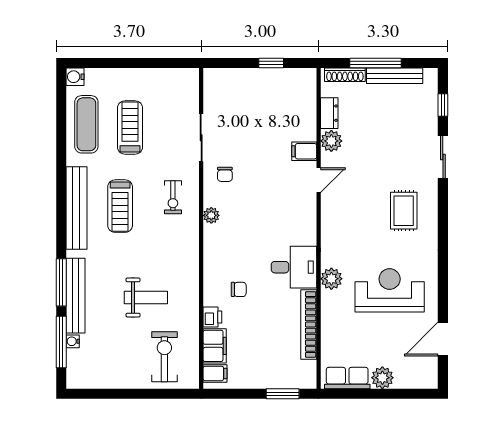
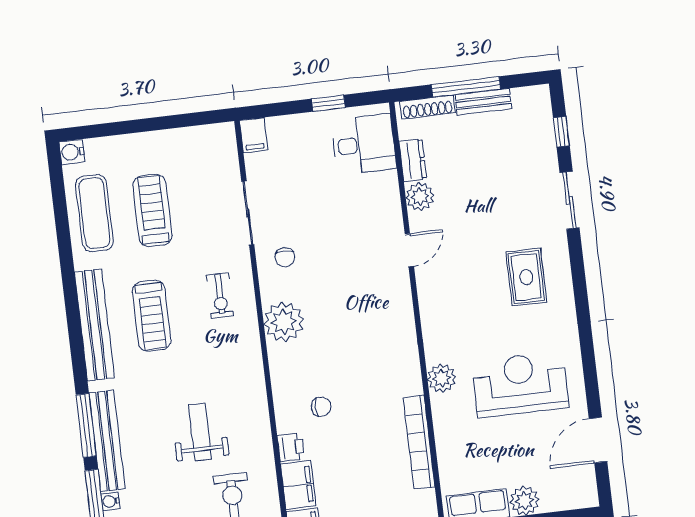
bench: (395, 76) -> (483, 102), width x0.73
filing cabinet: (304, 151) -> (254, 135), moved, turned -90
plant: (211, 215) -> (284, 322), width x1.88, depth x1.88
desk: (294, 267) -> (364, 144), moved
weight bench: (146, 297) -> (200, 432), turned -90

